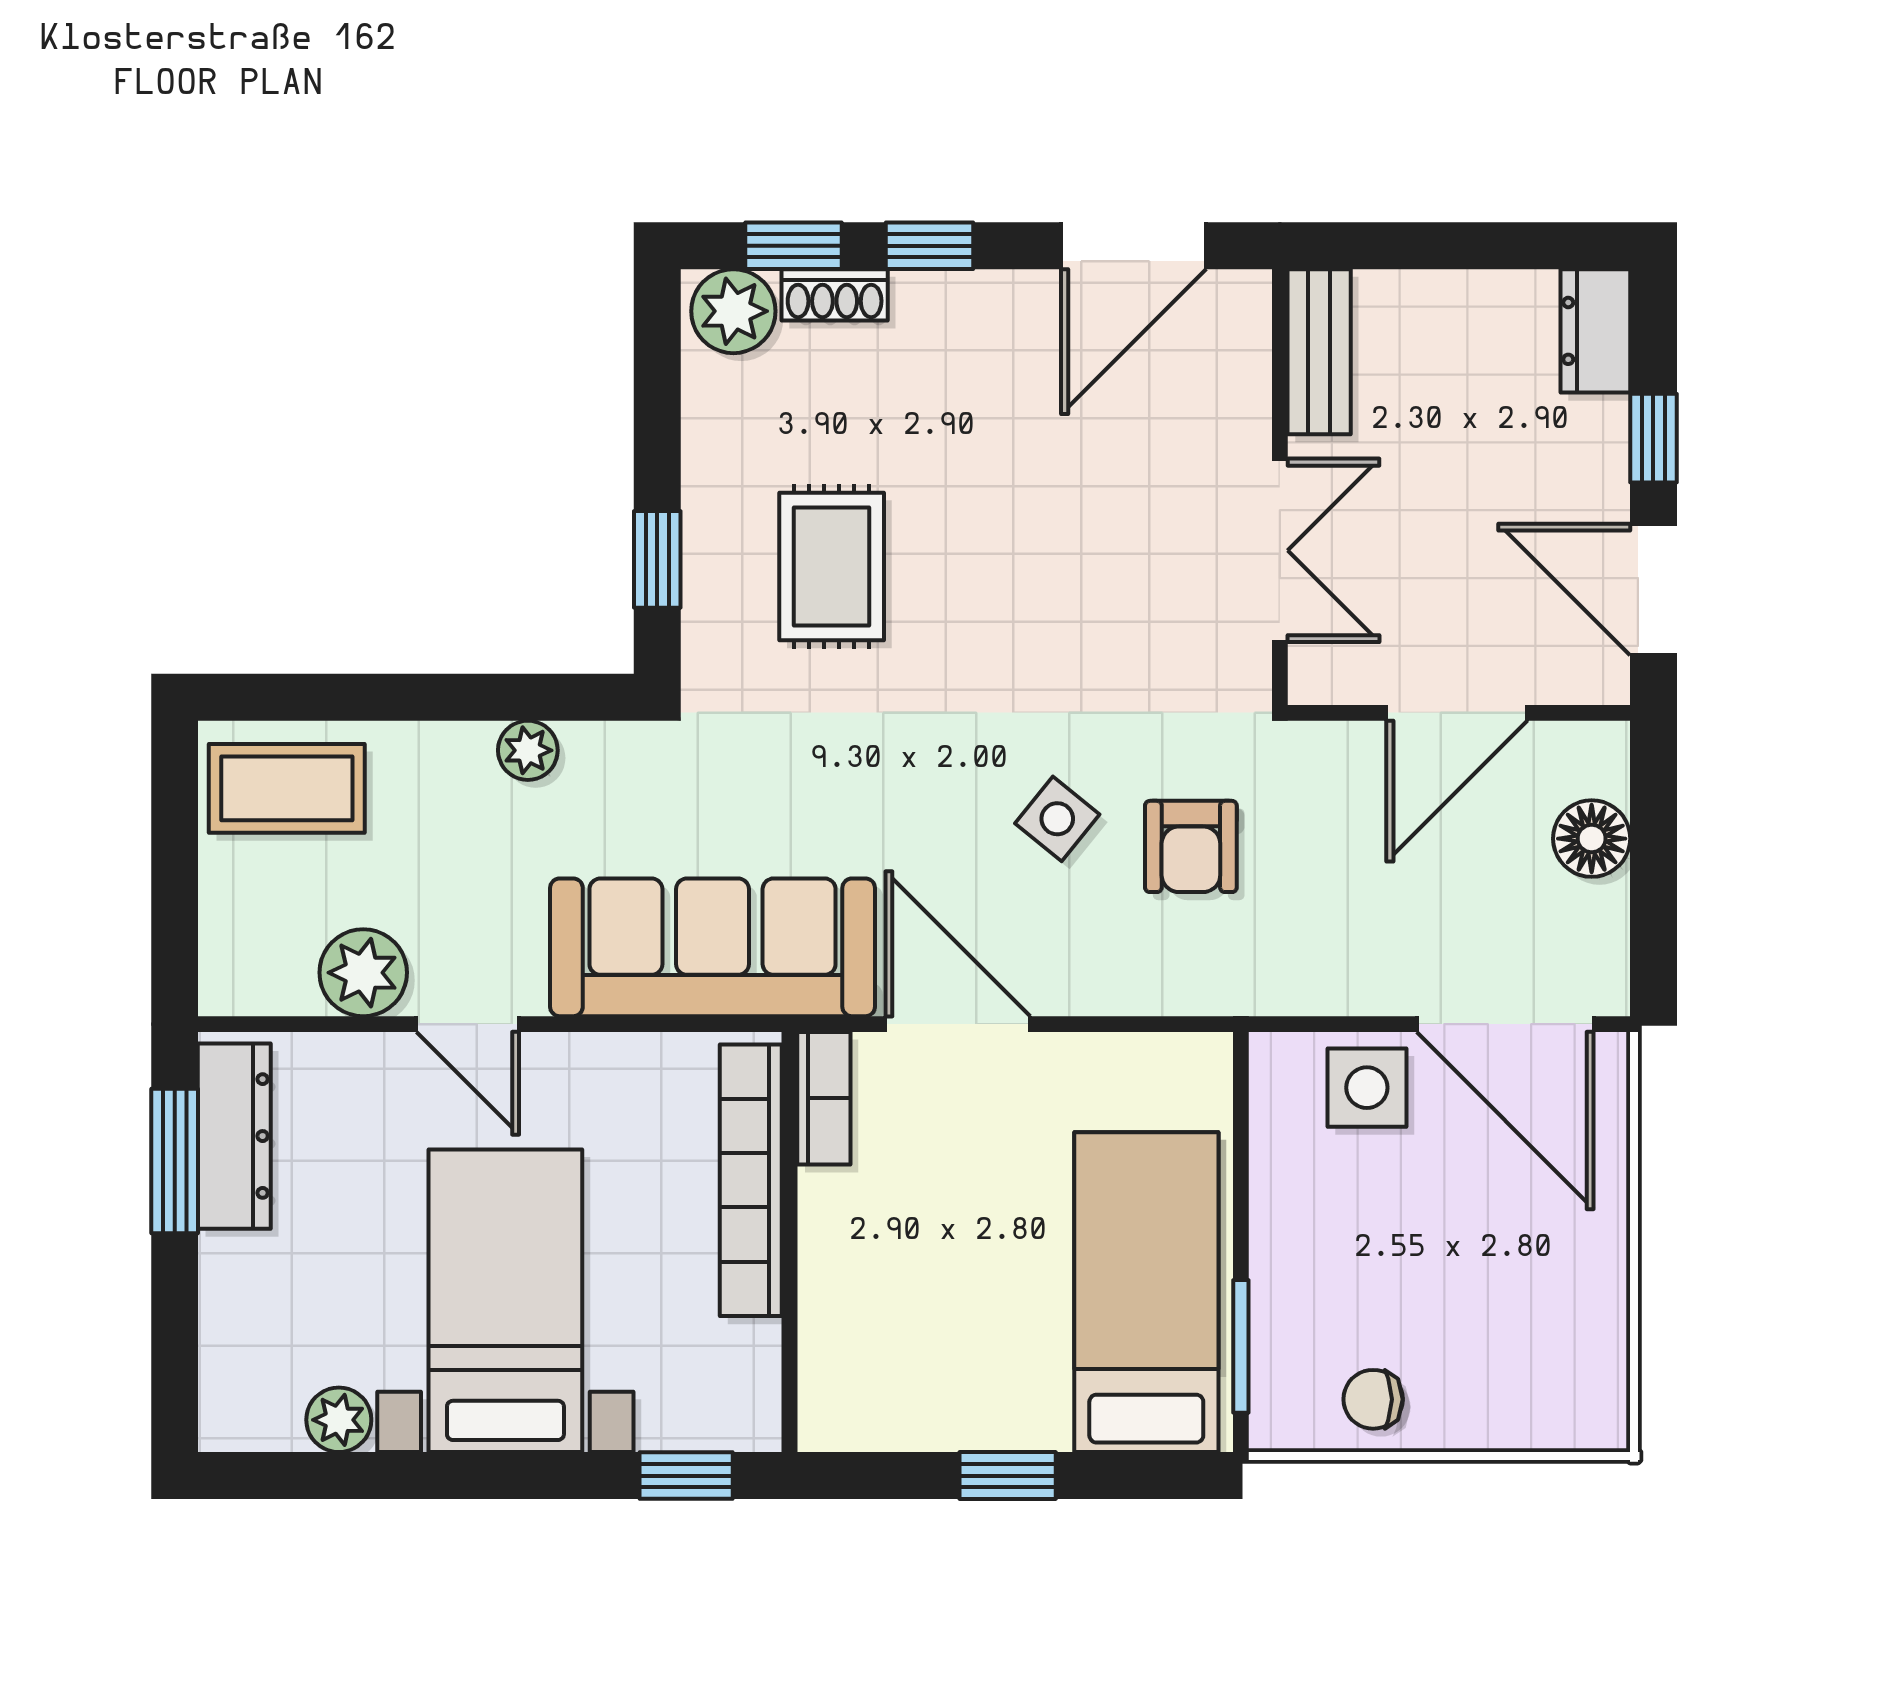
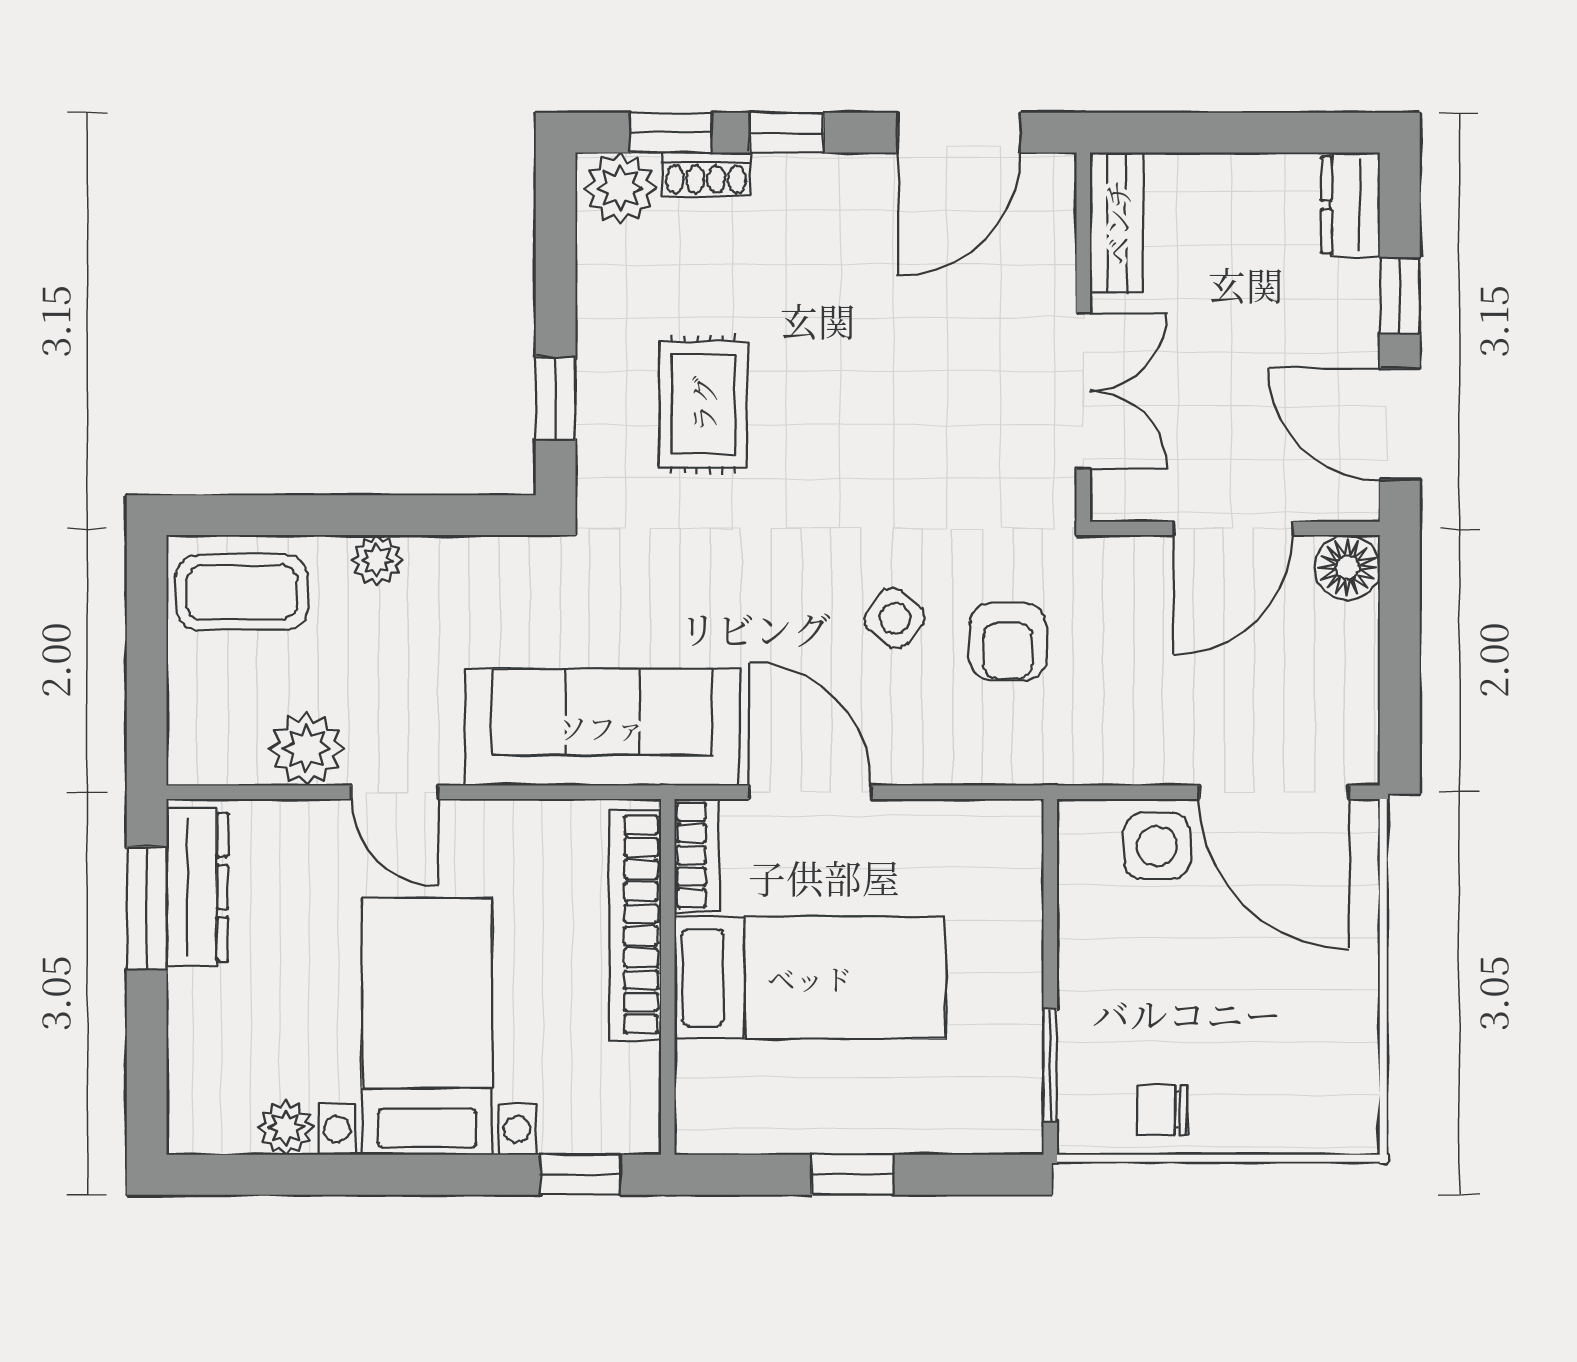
plant: (528, 750) -> (377, 560), moved
floor lamp: (1592, 839) -> (1347, 568), moved
bed: (1146, 1292) -> (810, 978), moved, turned 90

